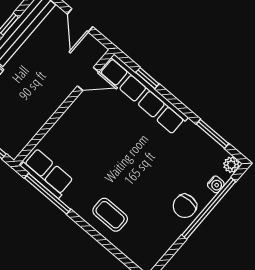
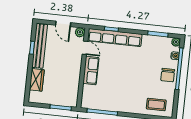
plant: (97, 50) -> (80, 32), added
door: (88, 79) -> (85, 48), hinge flipped
row of seats: (47, 173) -> (91, 71), moved, turned 90
coffee table: (110, 215) -> (156, 104), moved

